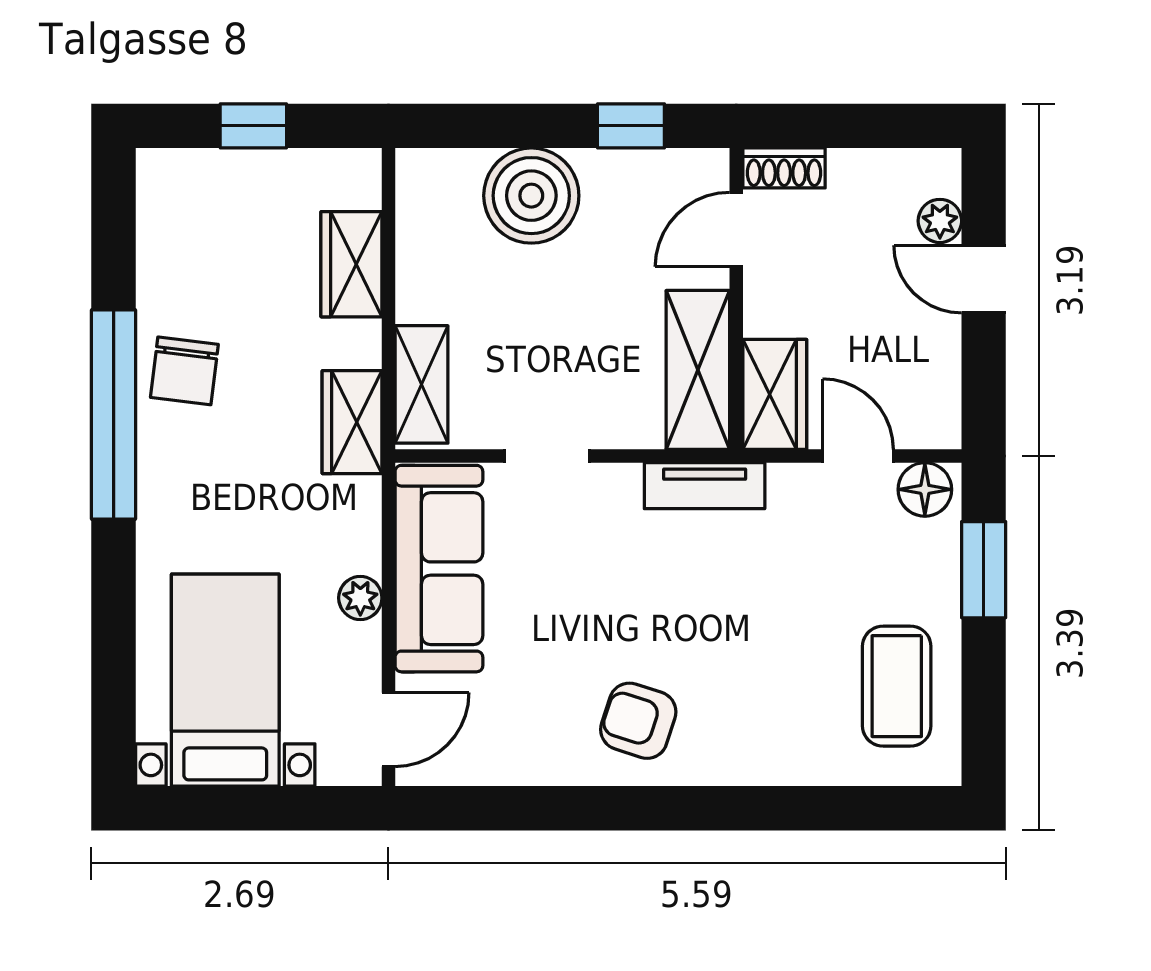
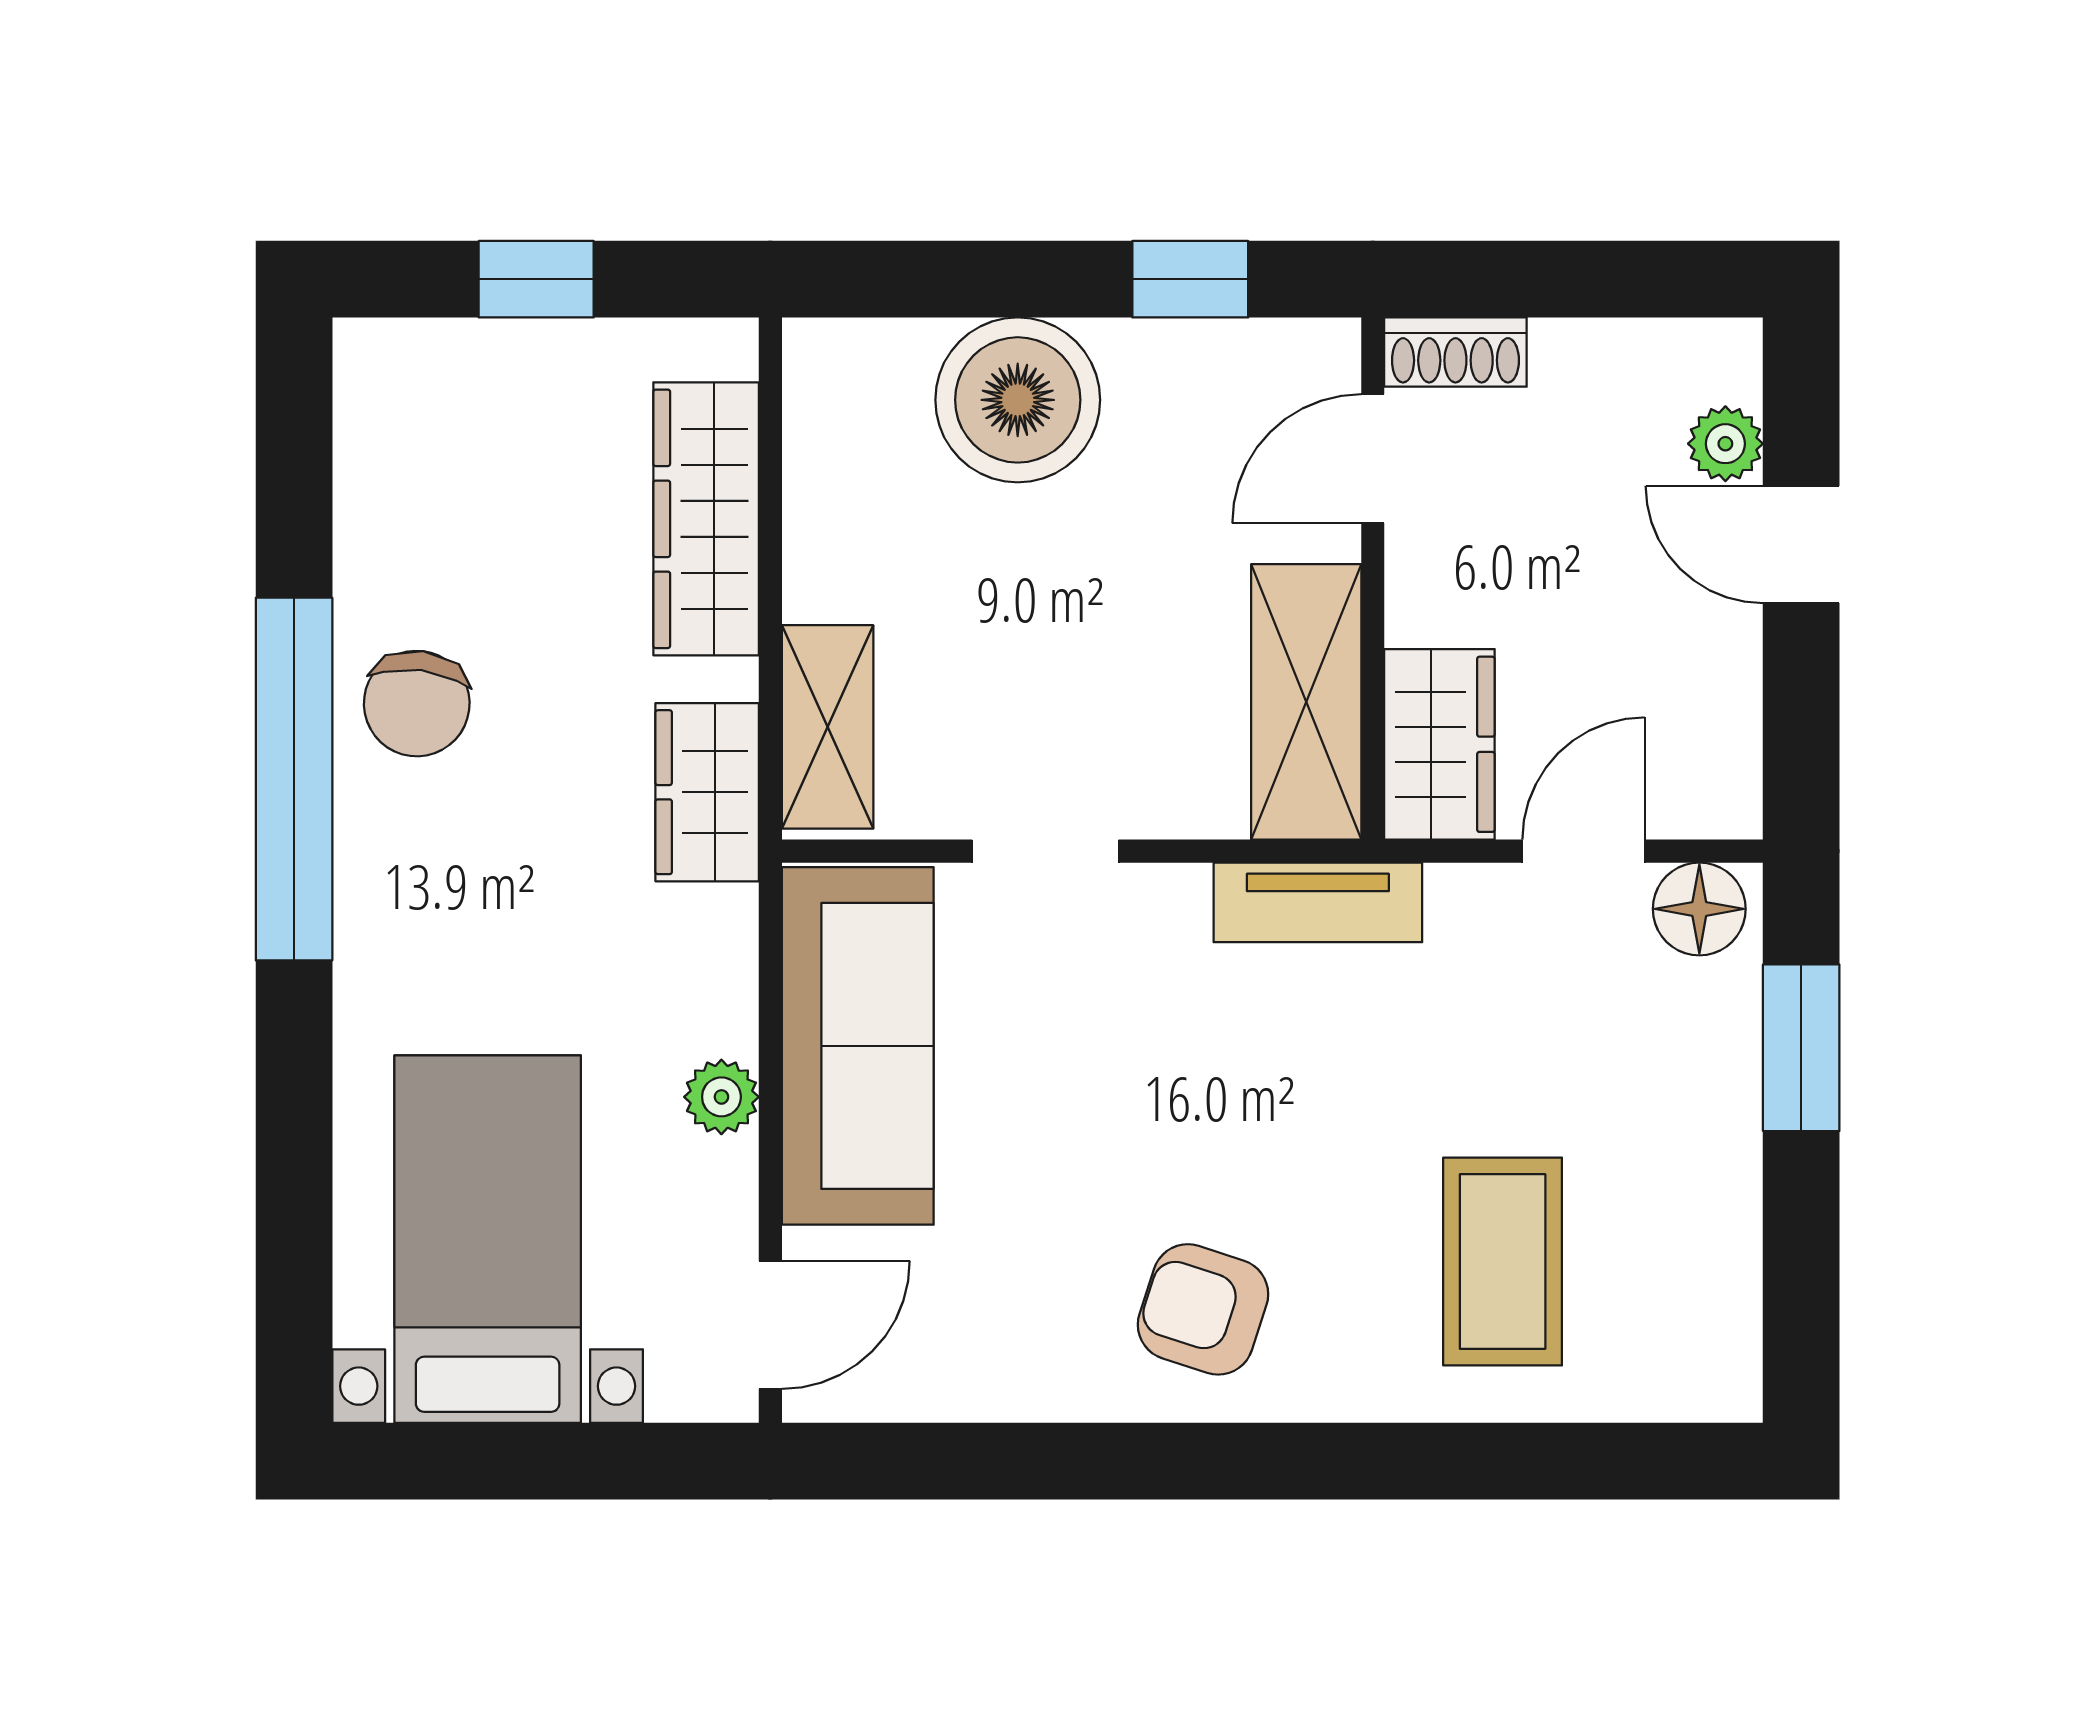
wardrobe: (351, 264) -> (706, 519), width x1.50
door: (858, 456) -> (1584, 851), hinge flipped
coffee table: (897, 686) -> (1503, 1261), moved

